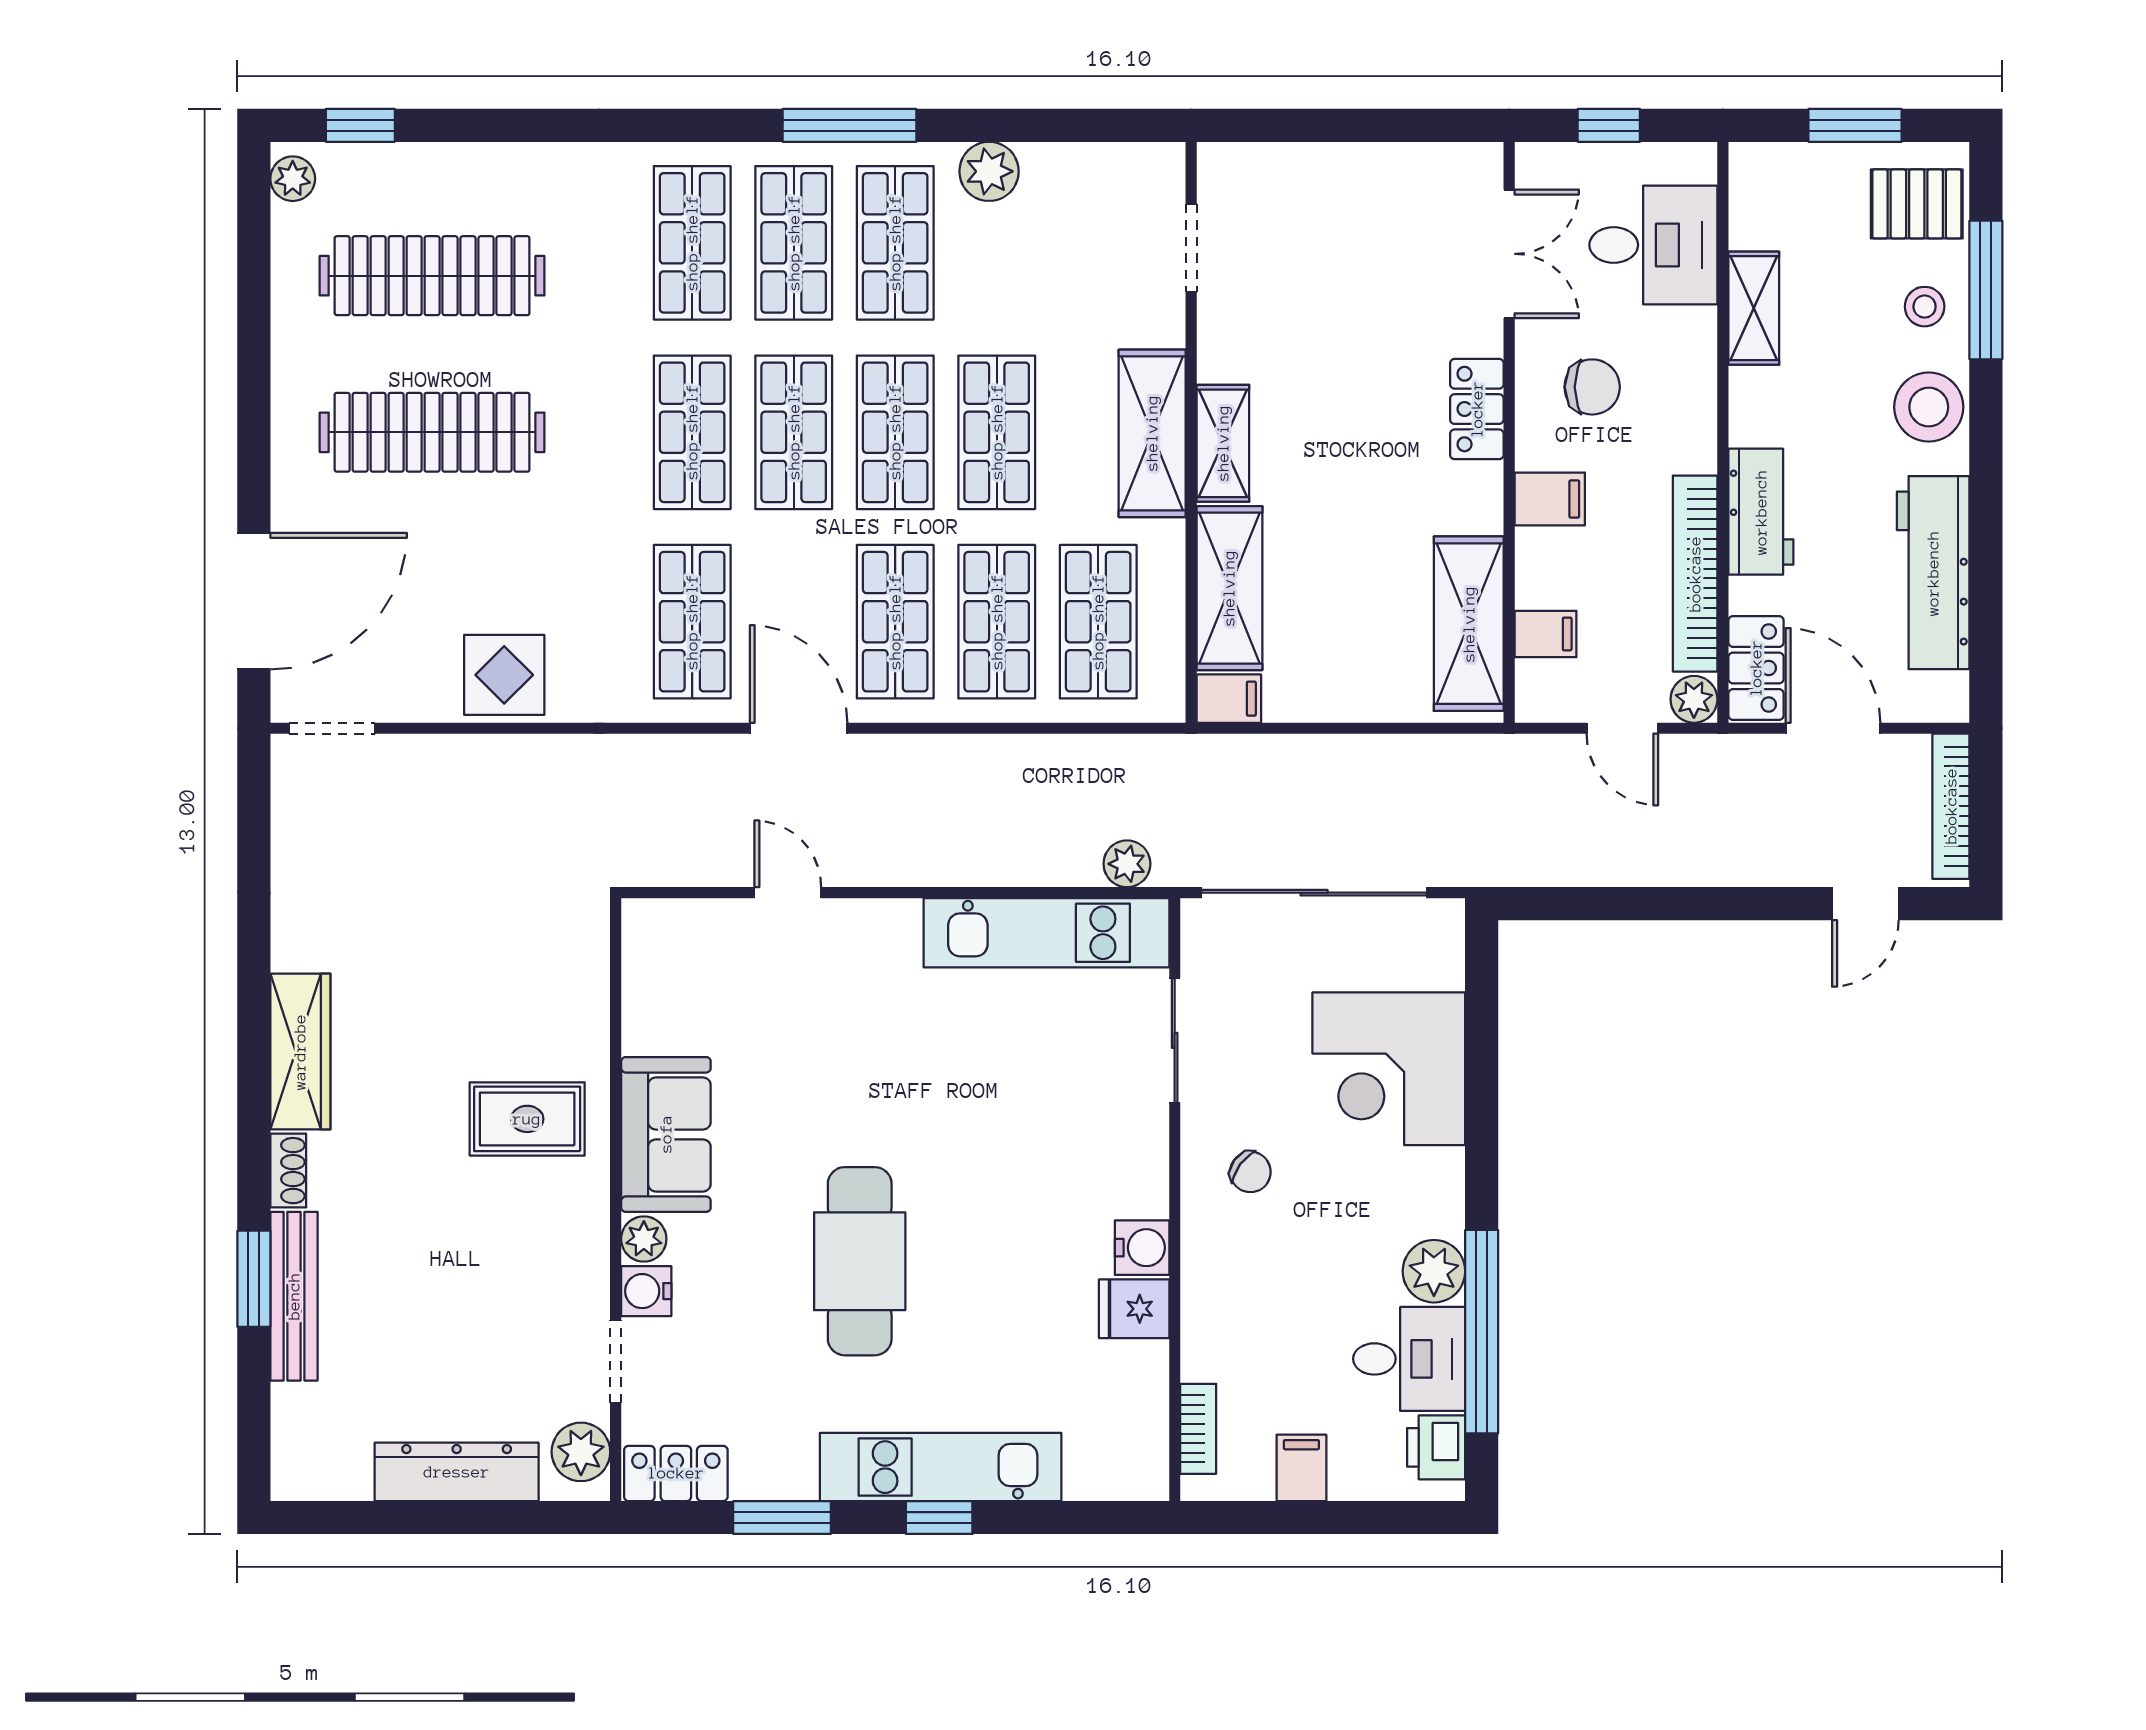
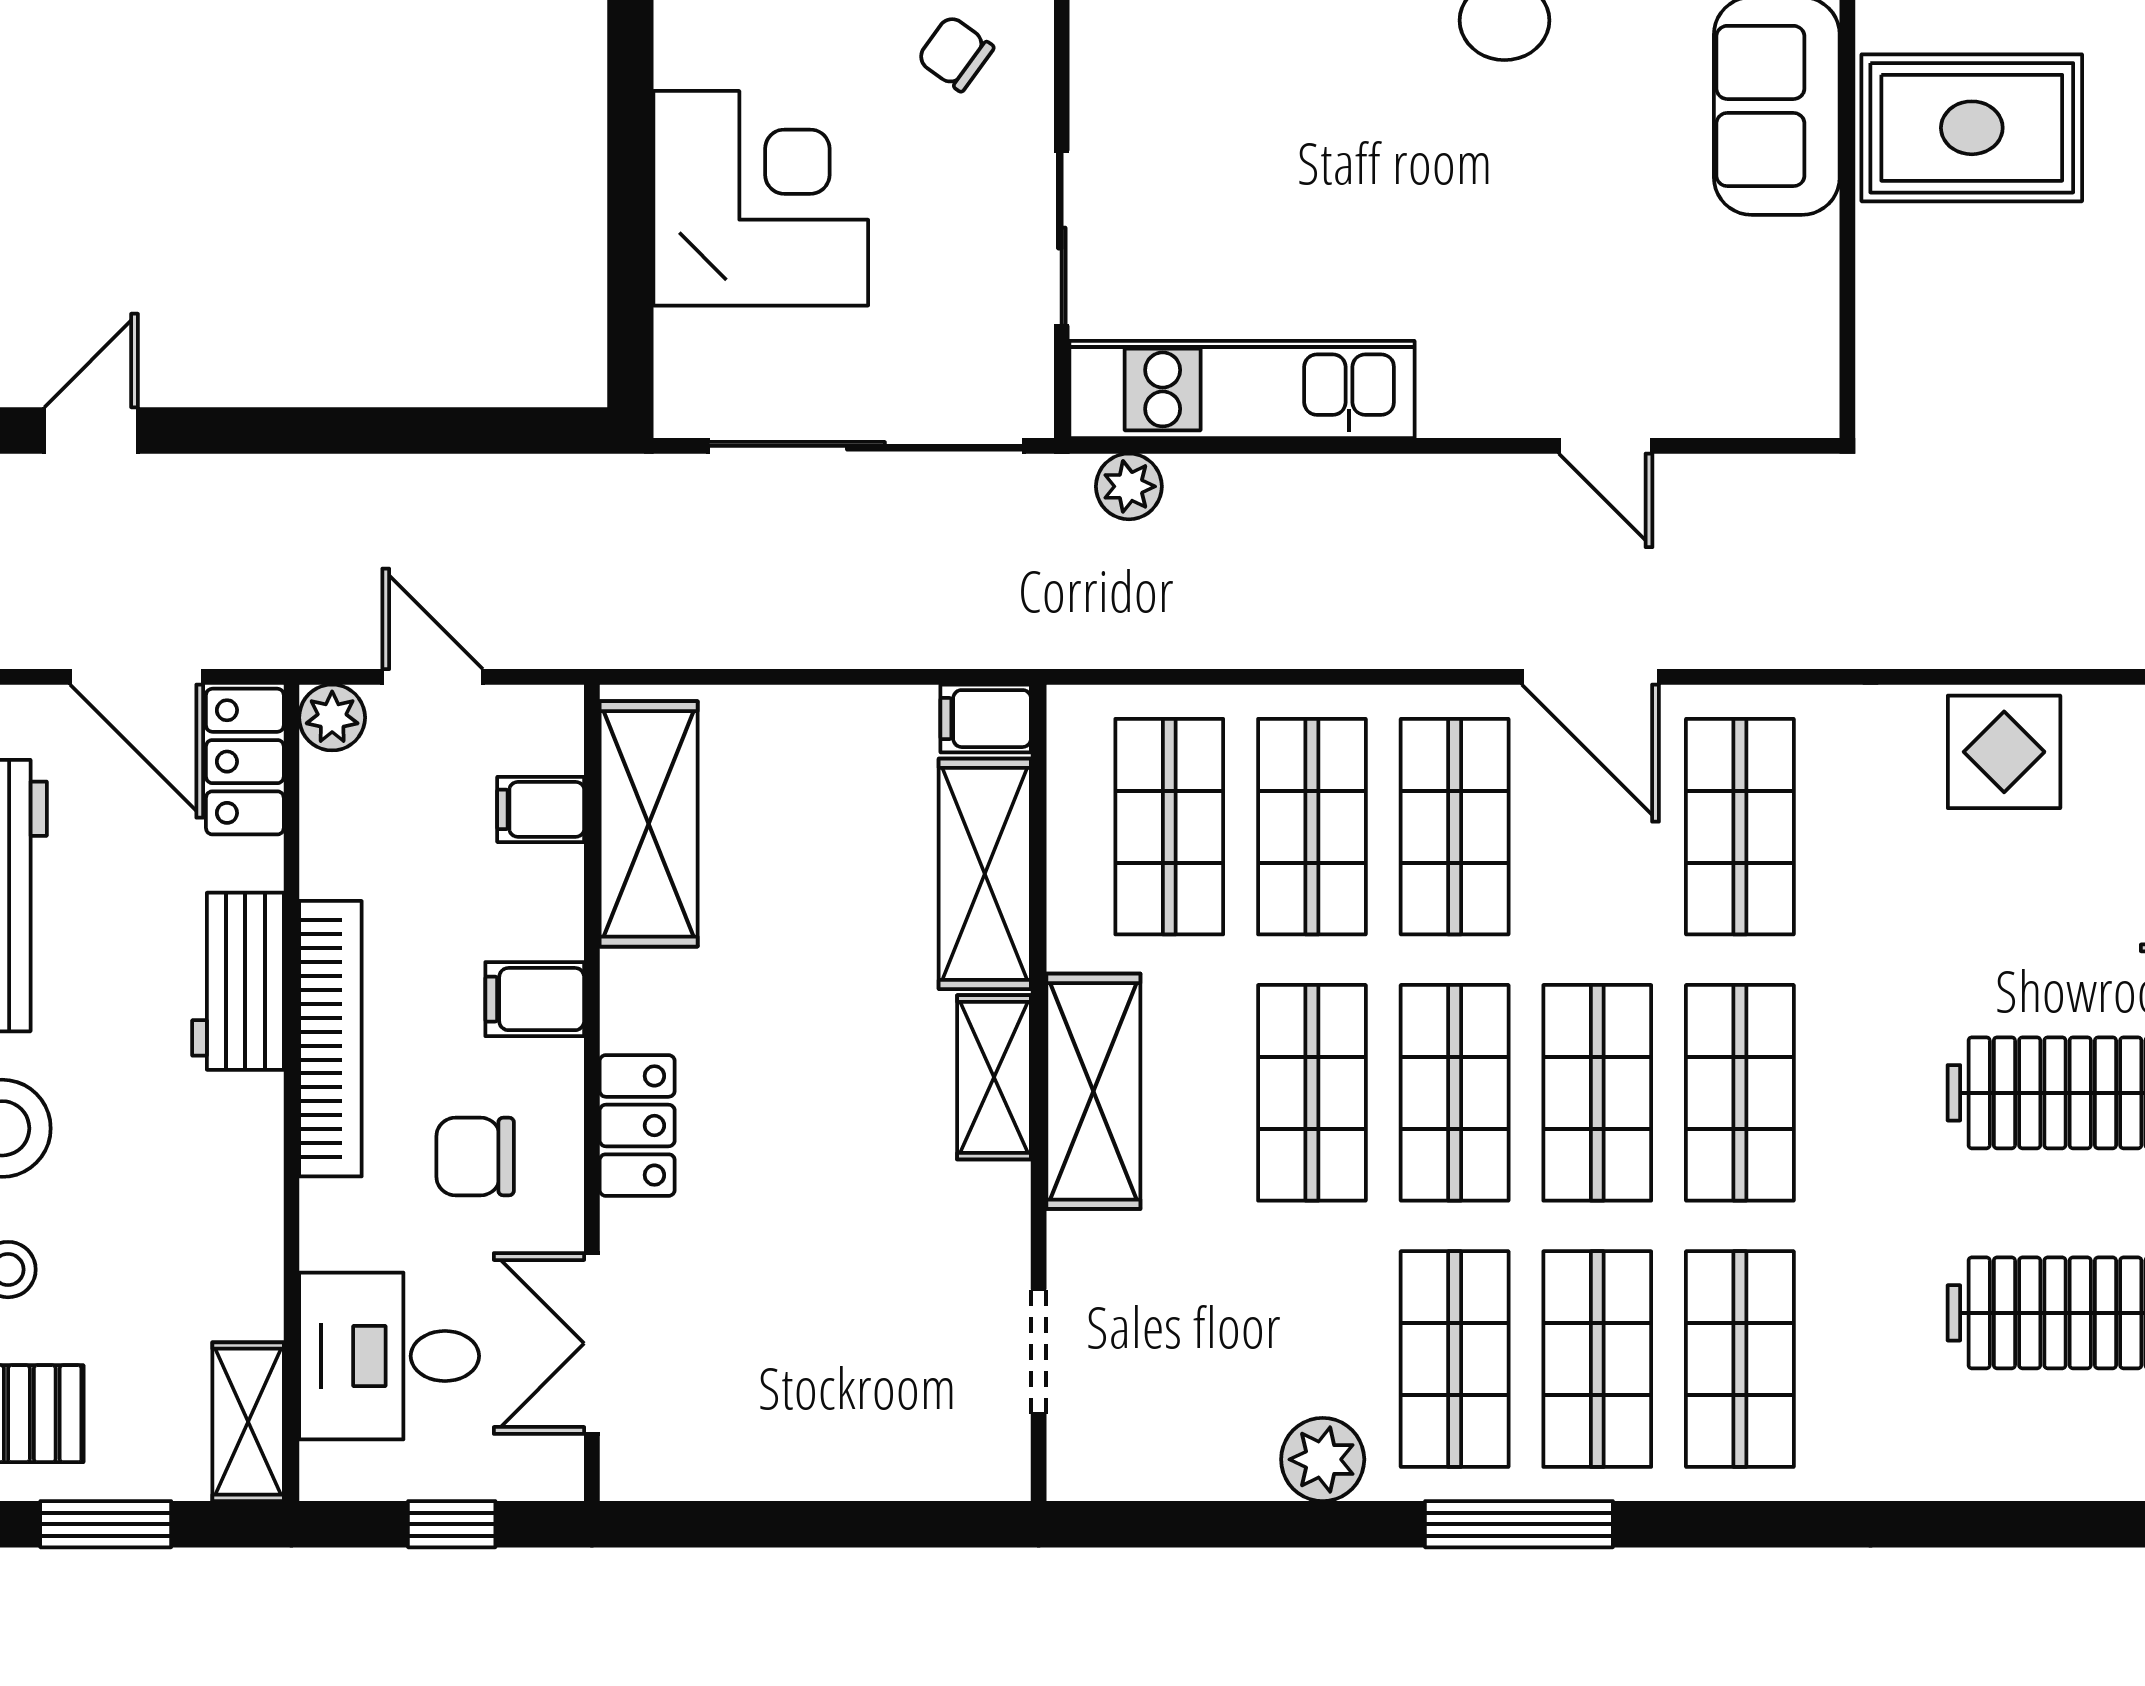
shelving: (1754, 308) -> (248, 1422), moved
bookcase: (1695, 574) -> (330, 1039), moved
rug: (527, 1119) -> (1972, 128), width x1.36, depth x1.43

